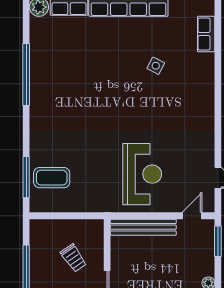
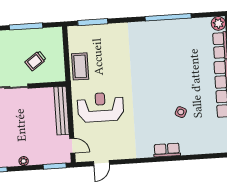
row of seats: (206, 34) -> (167, 150), moved
reception desk: (142, 174) -> (101, 107), turned 180
coffee table: (52, 178) -> (80, 66), moved

